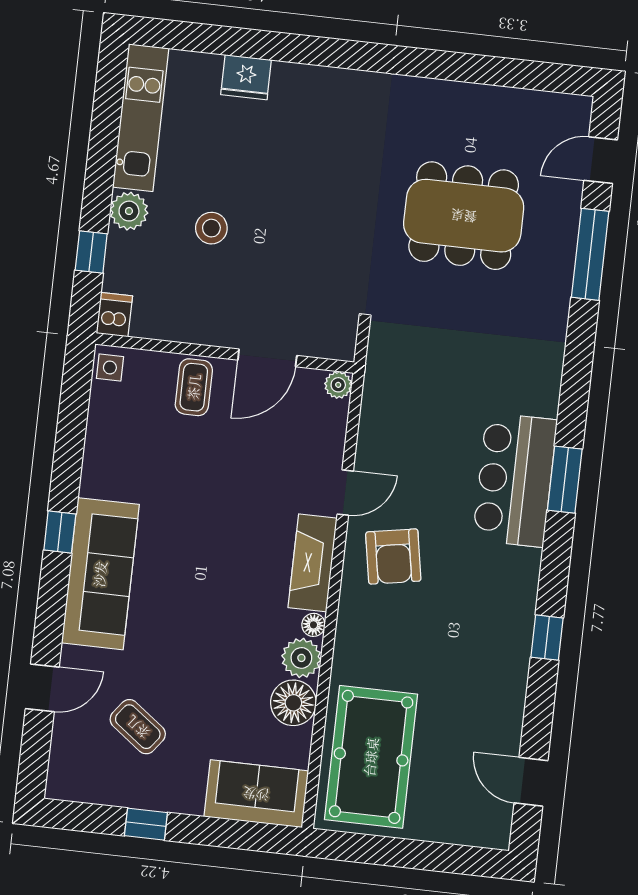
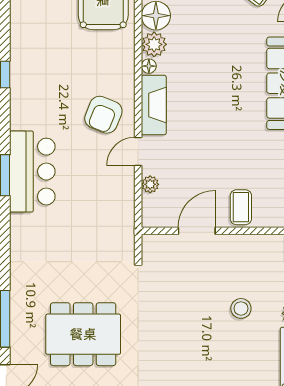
plant: (338, 385) -> (150, 184), moved
armchair: (393, 557) -> (103, 115), turned -148

